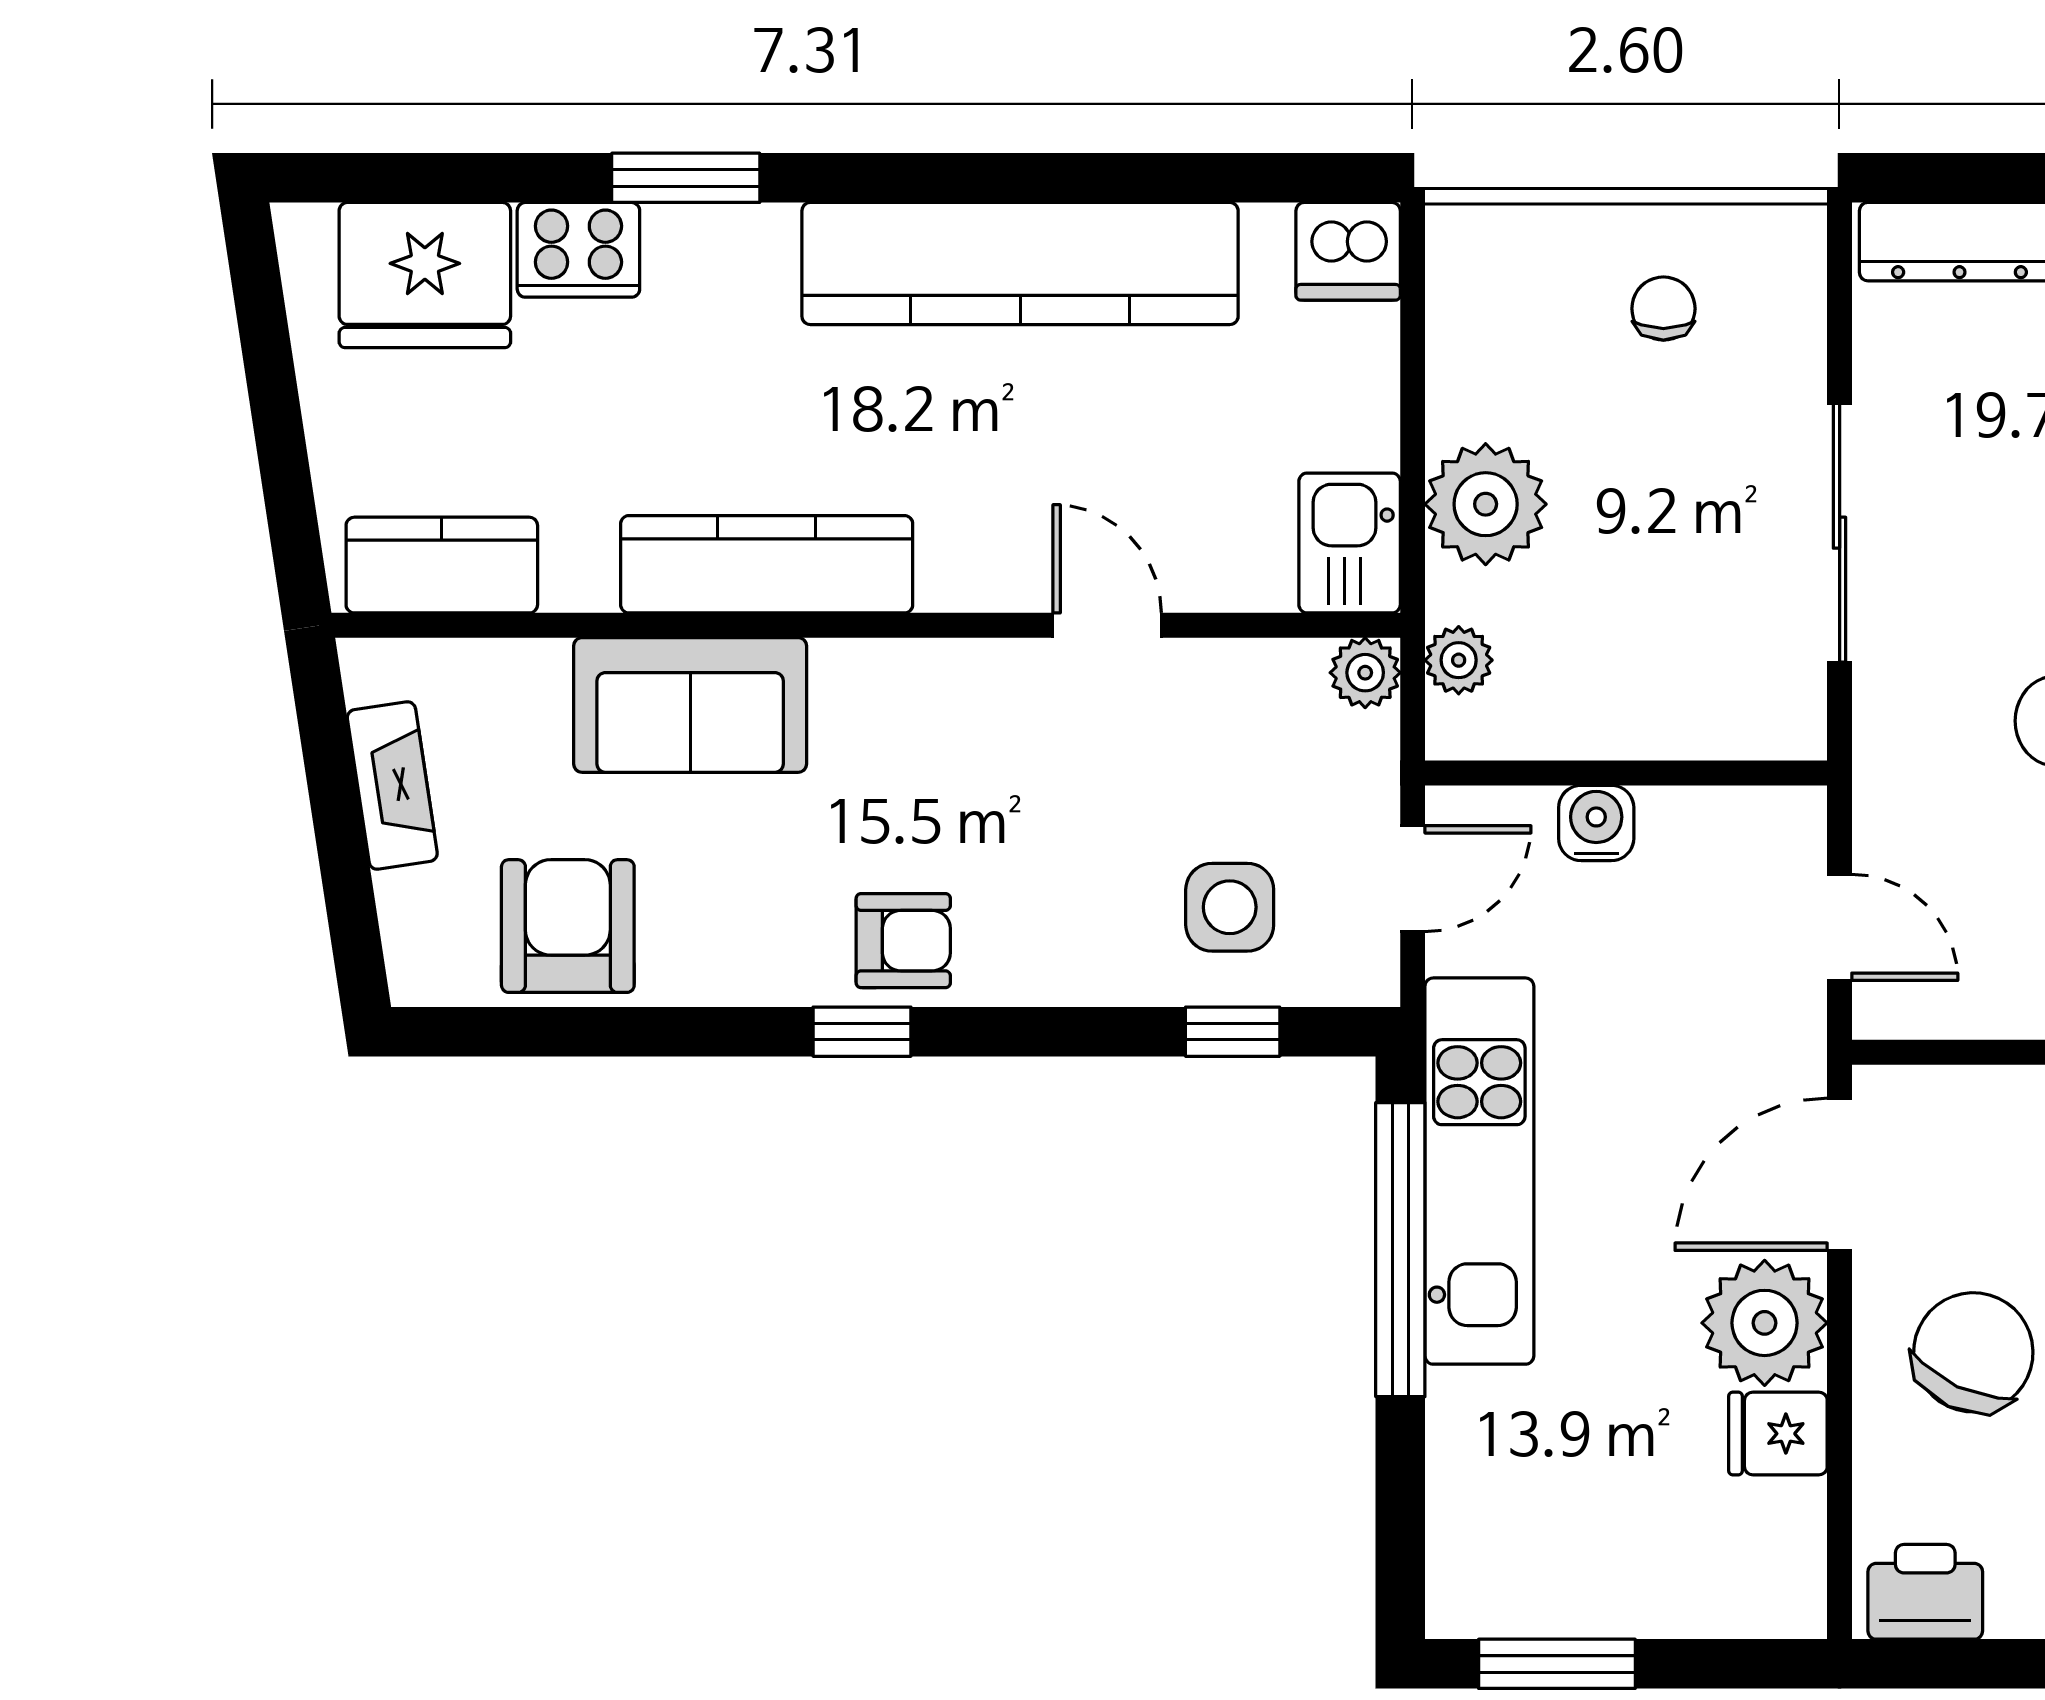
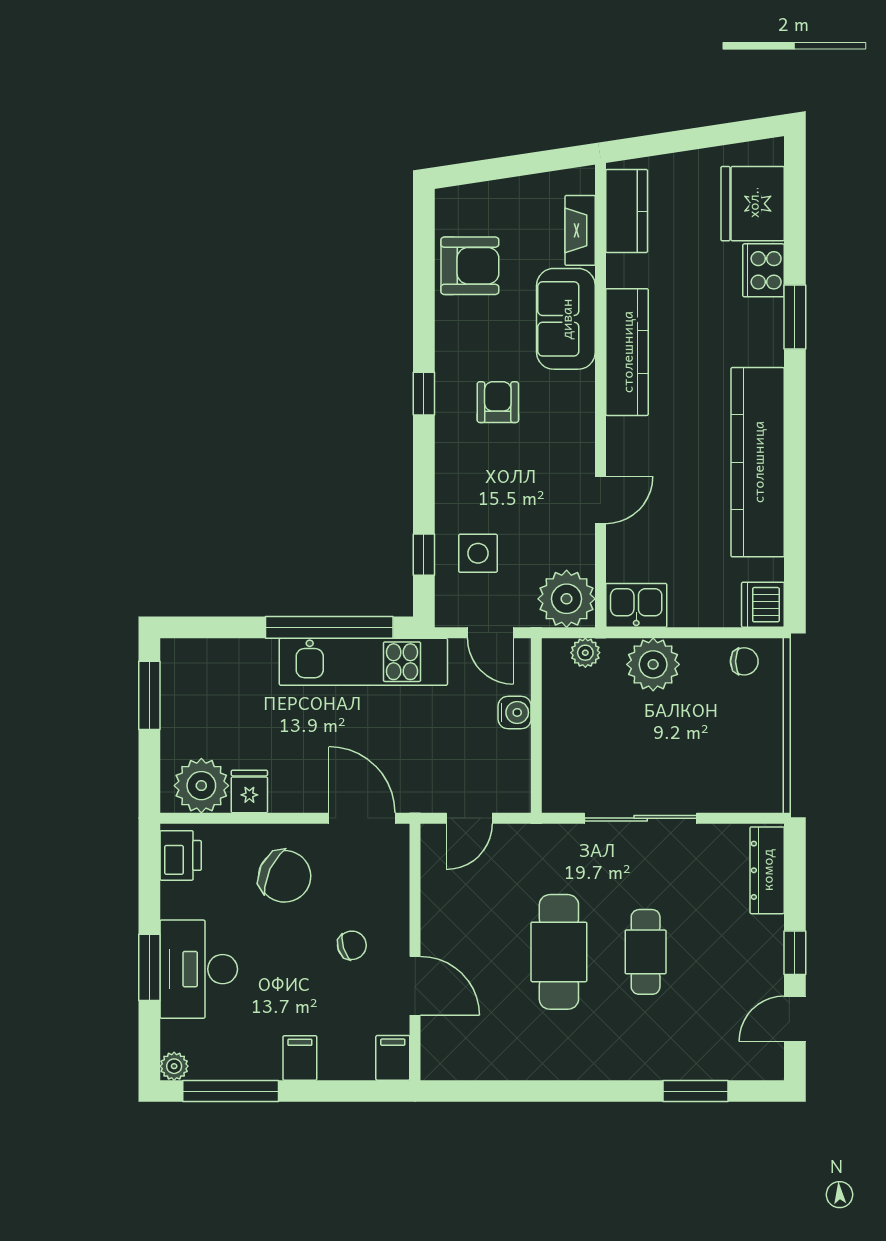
chair: (1663, 309) -> (744, 661), moved
plant: (1365, 673) -> (567, 599), width x1.88, depth x1.88
fireplace: (392, 785) -> (580, 230), moved, turned 99
armchair: (903, 941) -> (498, 402), moved, turned 180
plant: (1765, 1323) -> (201, 786), moved

